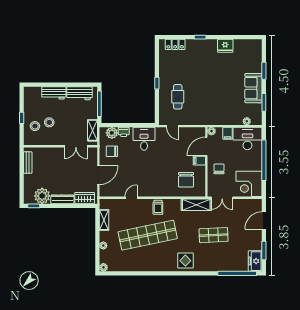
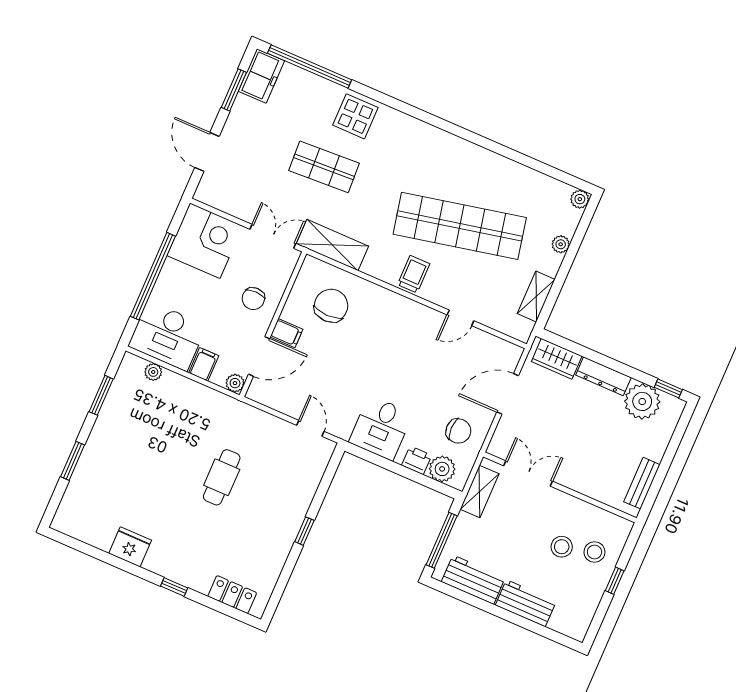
sofa: (253, 88) -> (110, 434), removed
cafe table: (178, 97) -> (222, 477), moved
door: (264, 220) -> (207, 152), swing flipped
display table: (185, 261) -> (355, 116), moved

